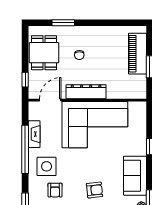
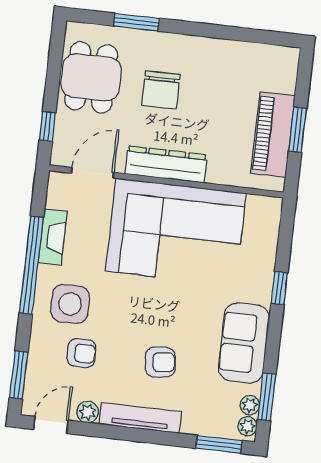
piano: (137, 54) -> (273, 134), moved
chair: (79, 55) -> (161, 90), width x1.87, depth x1.87
armchair: (55, 190) -> (81, 353), turned -90

